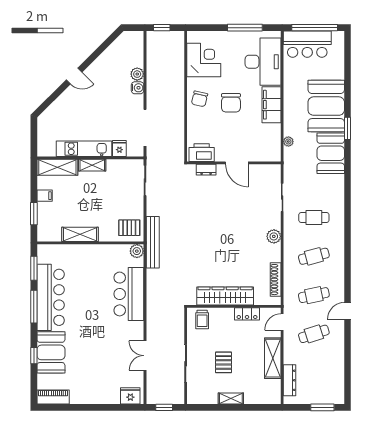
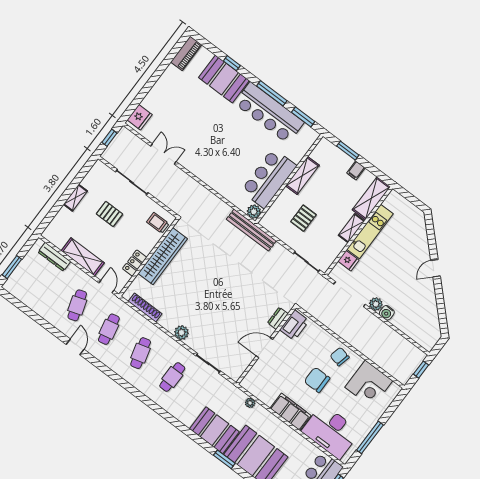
plant: (137, 74) -> (376, 304), moved
pallet: (129, 228) -> (303, 218), moved
bar counter: (129, 294) -> (269, 178), moved, turned -90

